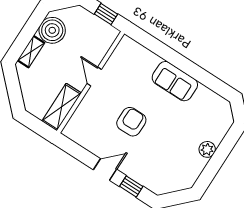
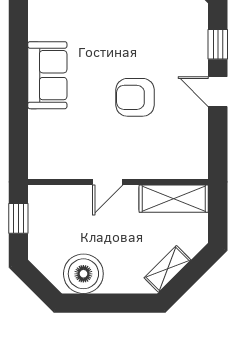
shelving: (31, 52) -> (167, 269), moved, turned -45

